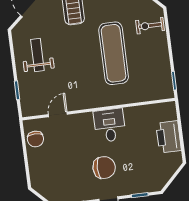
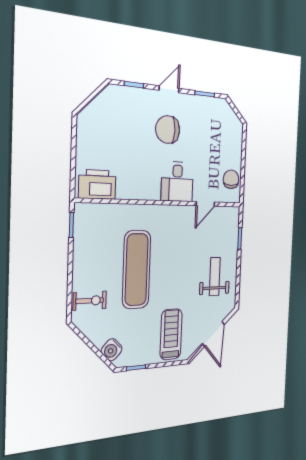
weight bench: (37, 55) -> (215, 276), turned 180
desk: (110, 125) -> (177, 182), moved
printer: (169, 137) -> (97, 184), moved, turned -90

